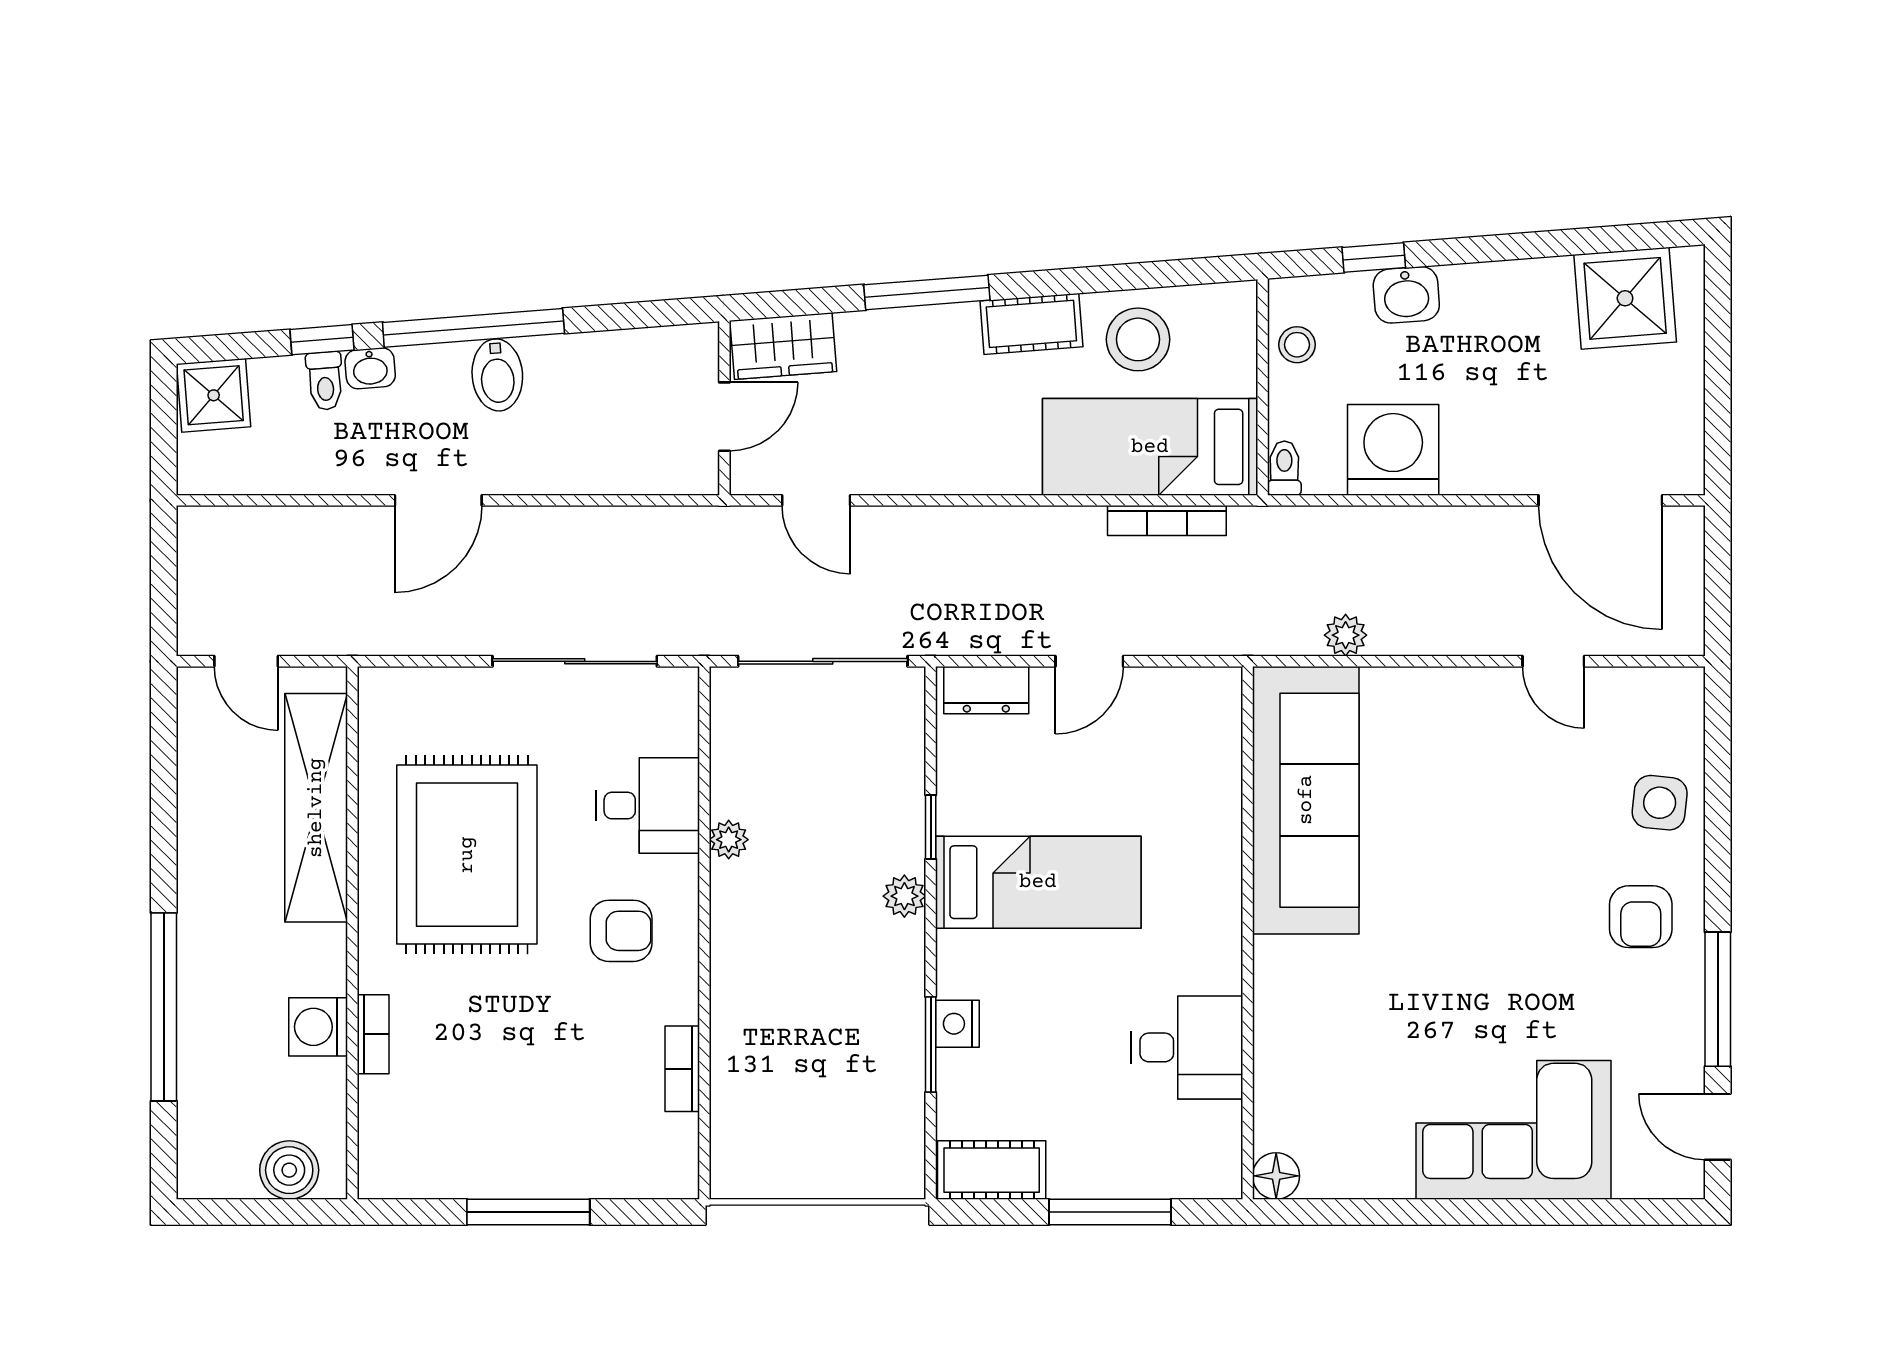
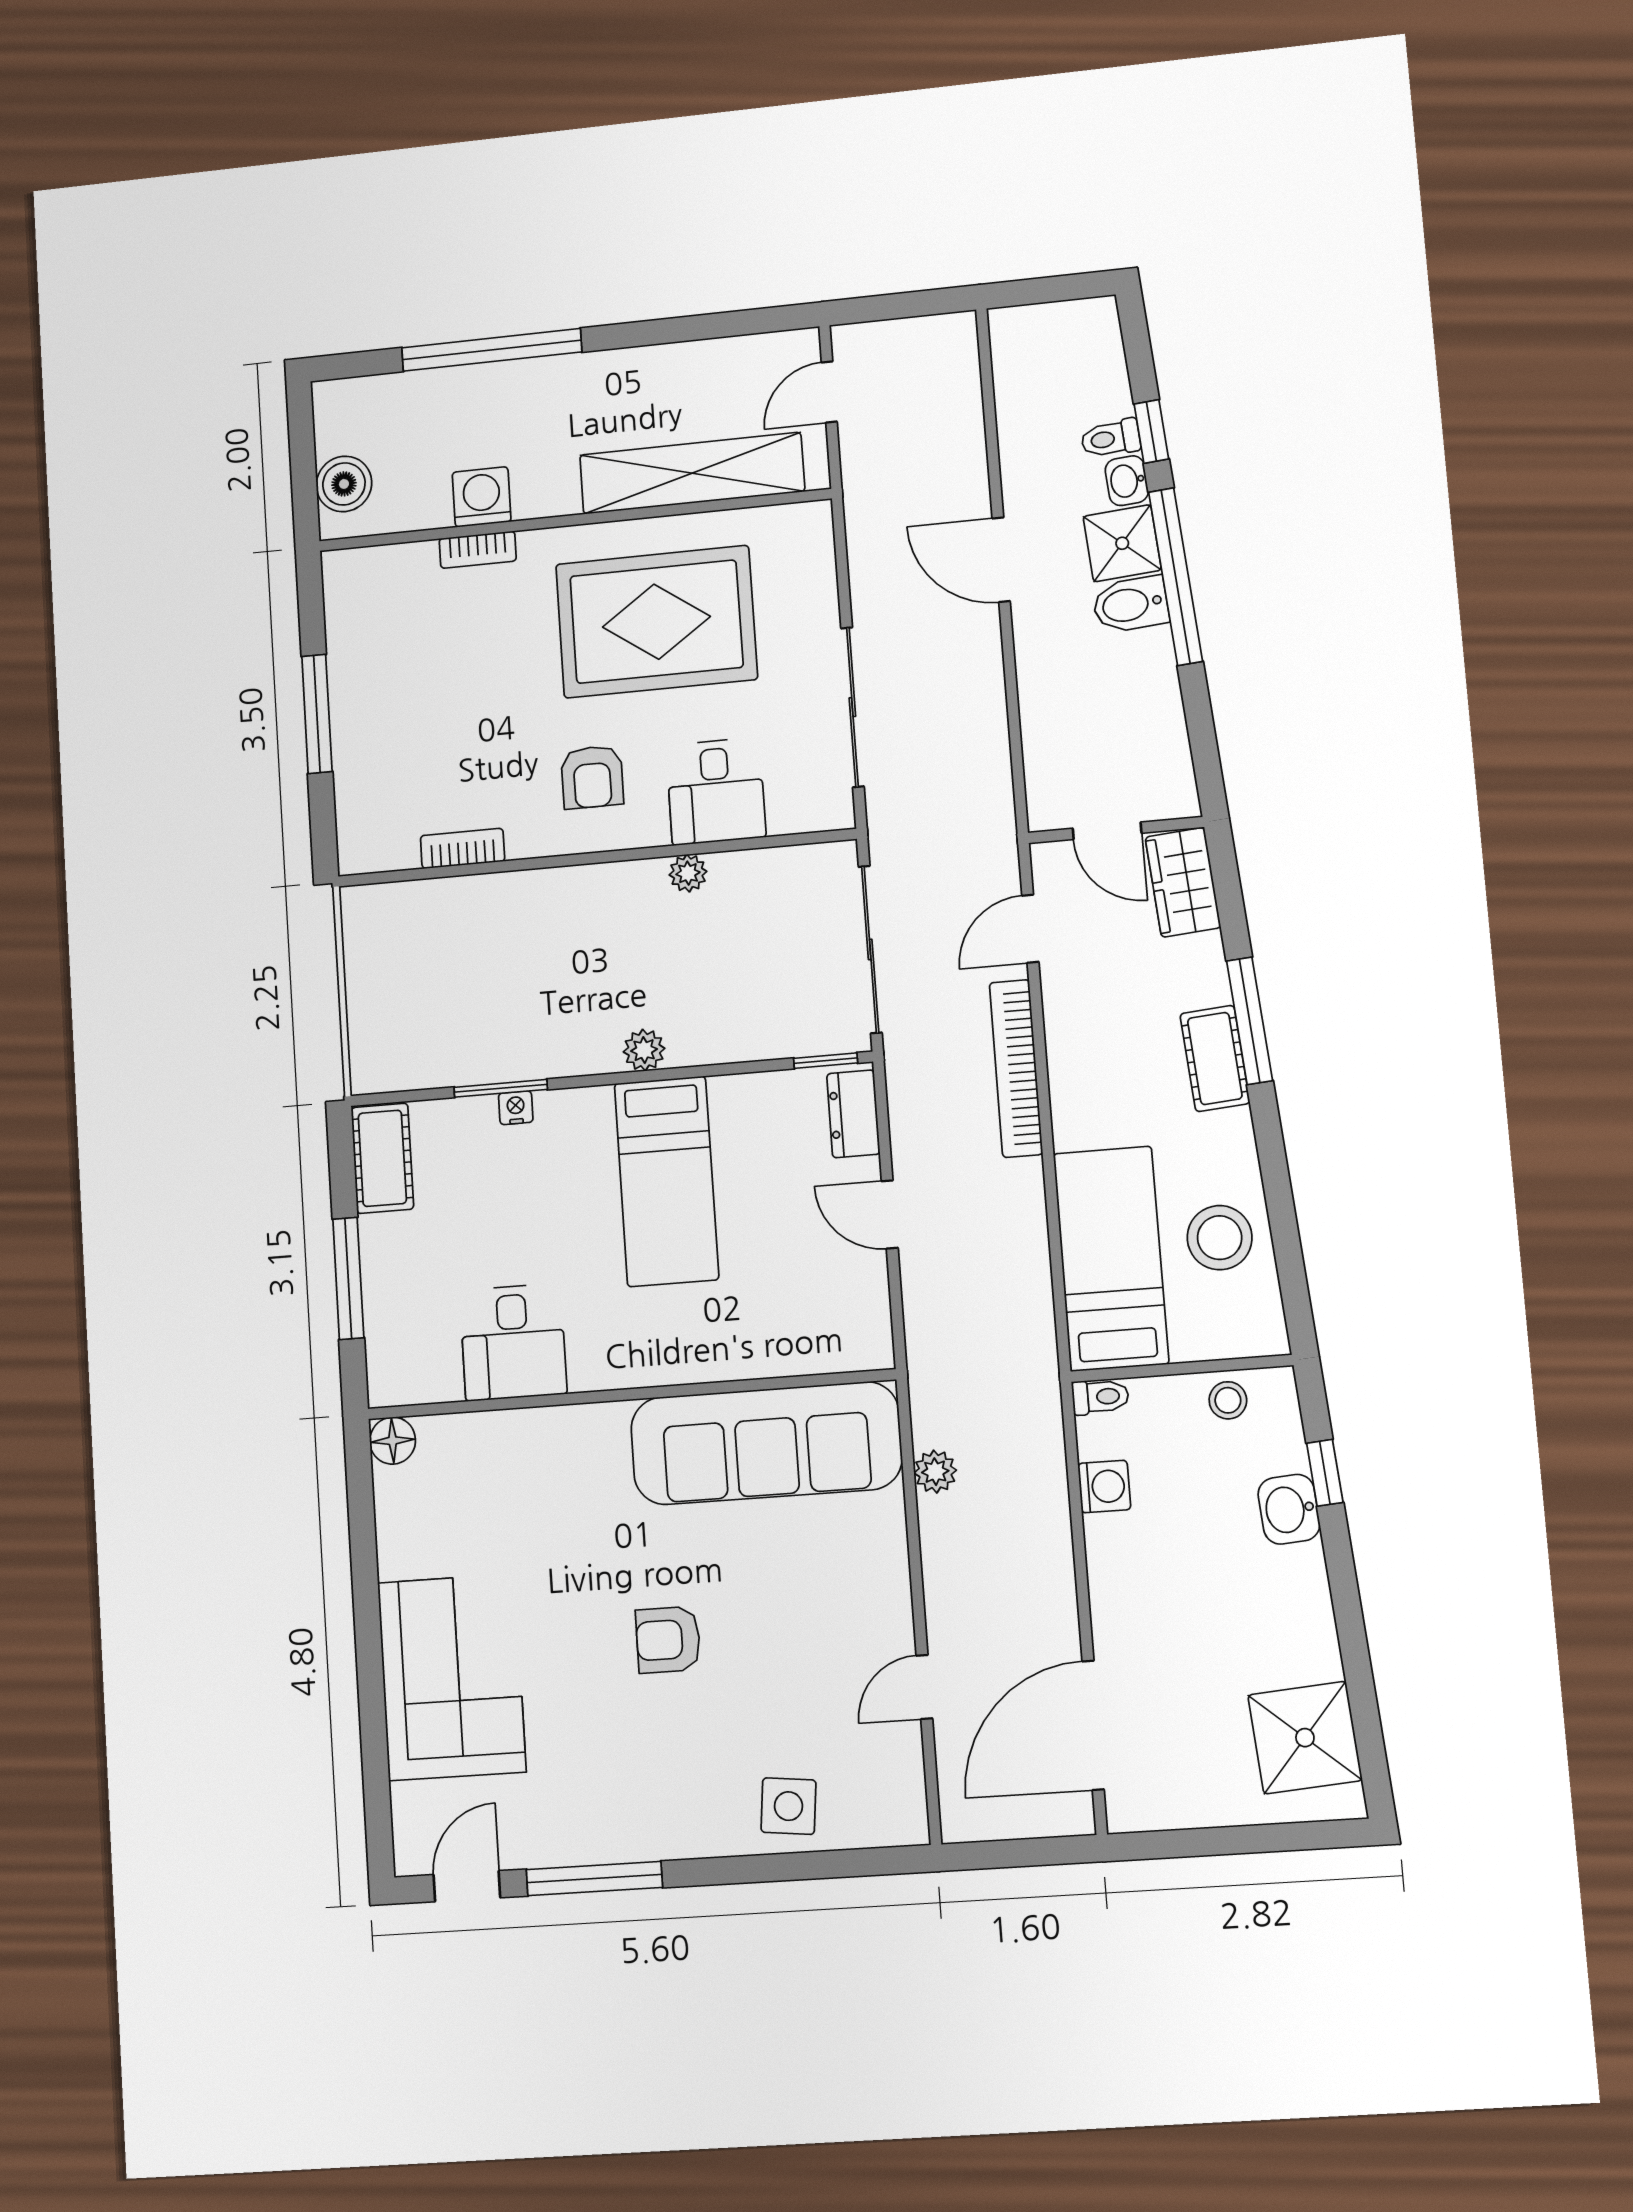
cot: (1031, 324) -> (1215, 1058), moved
shower: (214, 395) -> (1122, 543), moved
washing machine: (1393, 450) -> (1104, 1487), width x0.53, depth x0.53
bookcase: (1167, 521) -> (1016, 1068), moved, width x1.48, depth x1.31
window: (931, 827) -> (826, 1061), moved
armchair: (1641, 917) -> (668, 1640), moved
nightstand: (957, 1024) -> (516, 1108), width x0.72, depth x0.74

